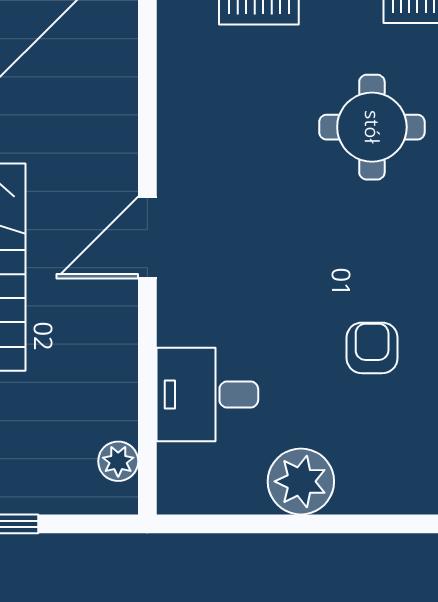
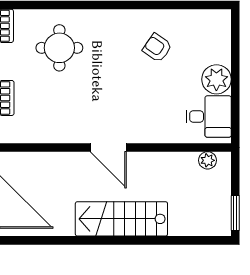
armchair: (372, 348) -> (157, 48), turned 35
desk: (207, 395) -> (209, 116), moved, turned -90

